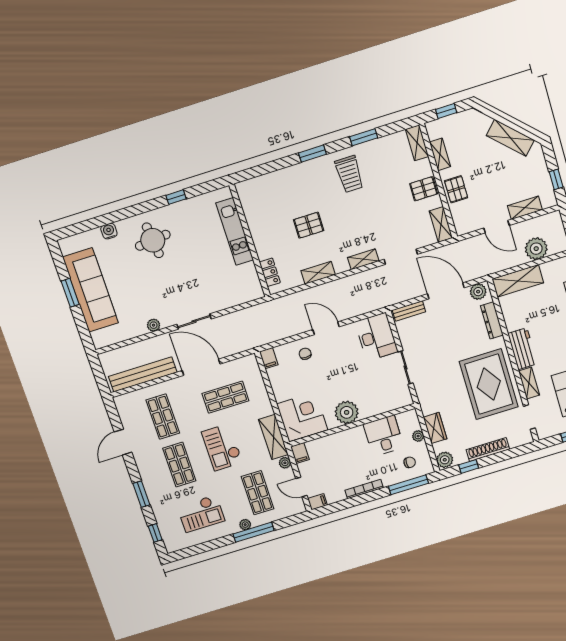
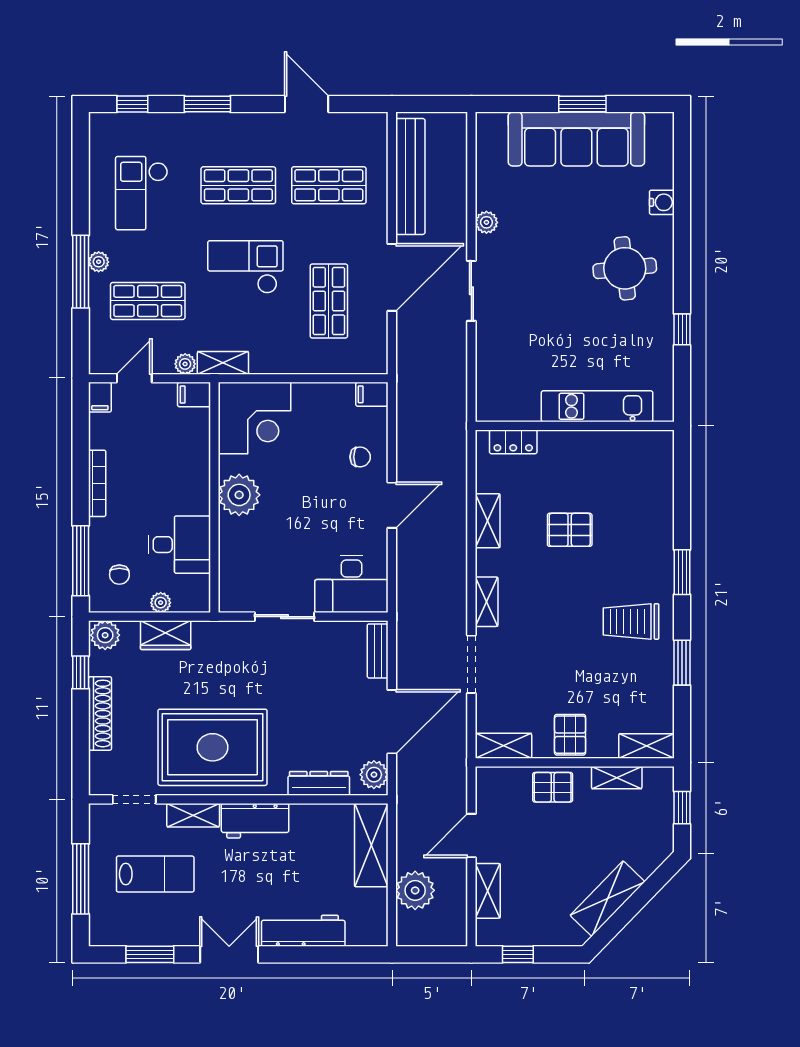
pallet: (309, 225) -> (570, 530), turned 90
shelving: (273, 437) -> (223, 363), width x0.67, depth x0.75

